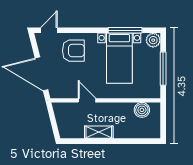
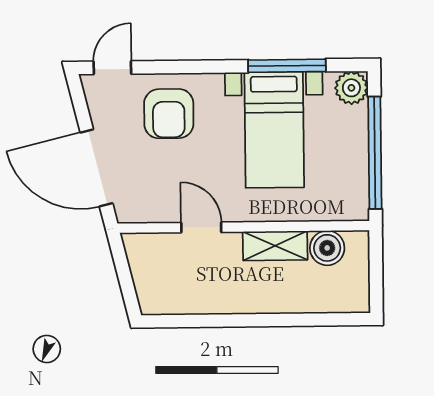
armchair: (73, 51) -> (169, 114), turned 90
window: (163, 69) -> (375, 153), width x1.46
shelving: (99, 132) -> (275, 246), moved

